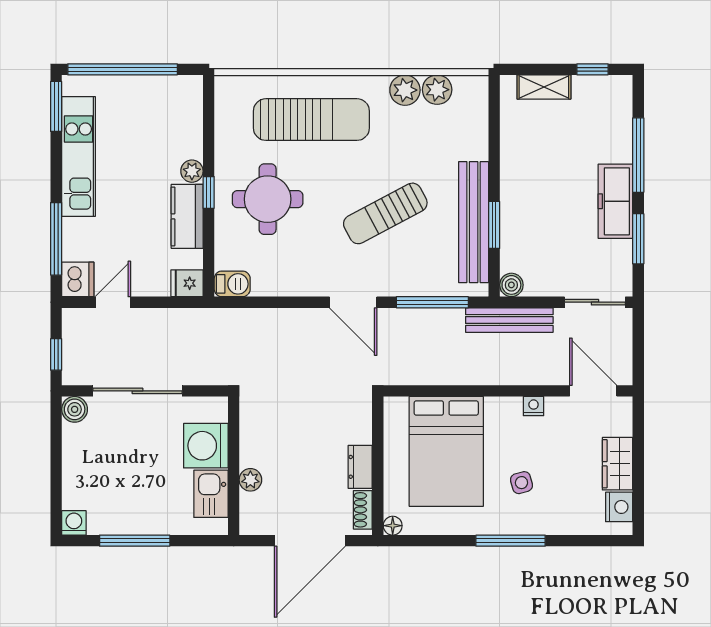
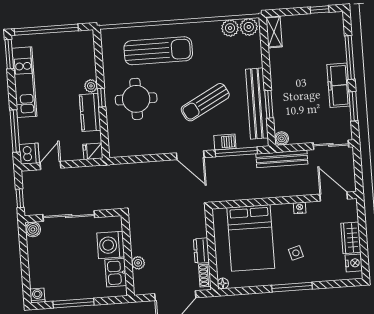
shelving: (544, 87) -> (274, 32), moved, turned 90
plant: (405, 90) -> (249, 27), moved
barbecue: (232, 284) -> (225, 142), moved

